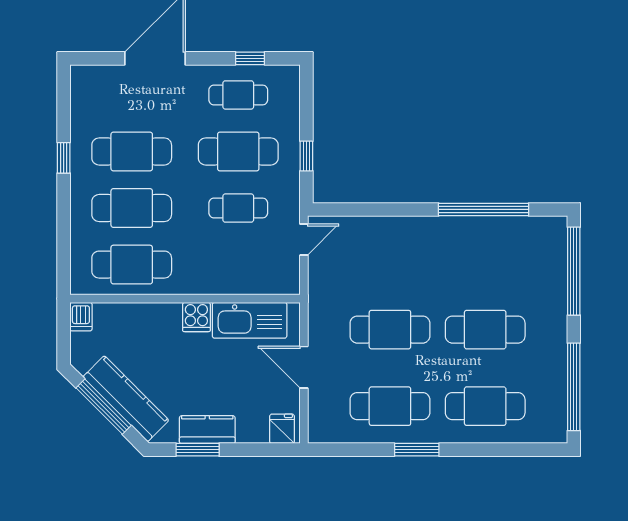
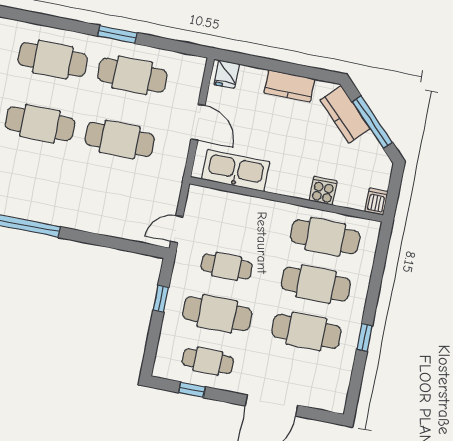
cooker: (196, 317) -> (323, 191), moved
kitchen counter: (126, 399) -> (345, 115), width x0.67
window: (198, 450) -> (301, 71), removed

